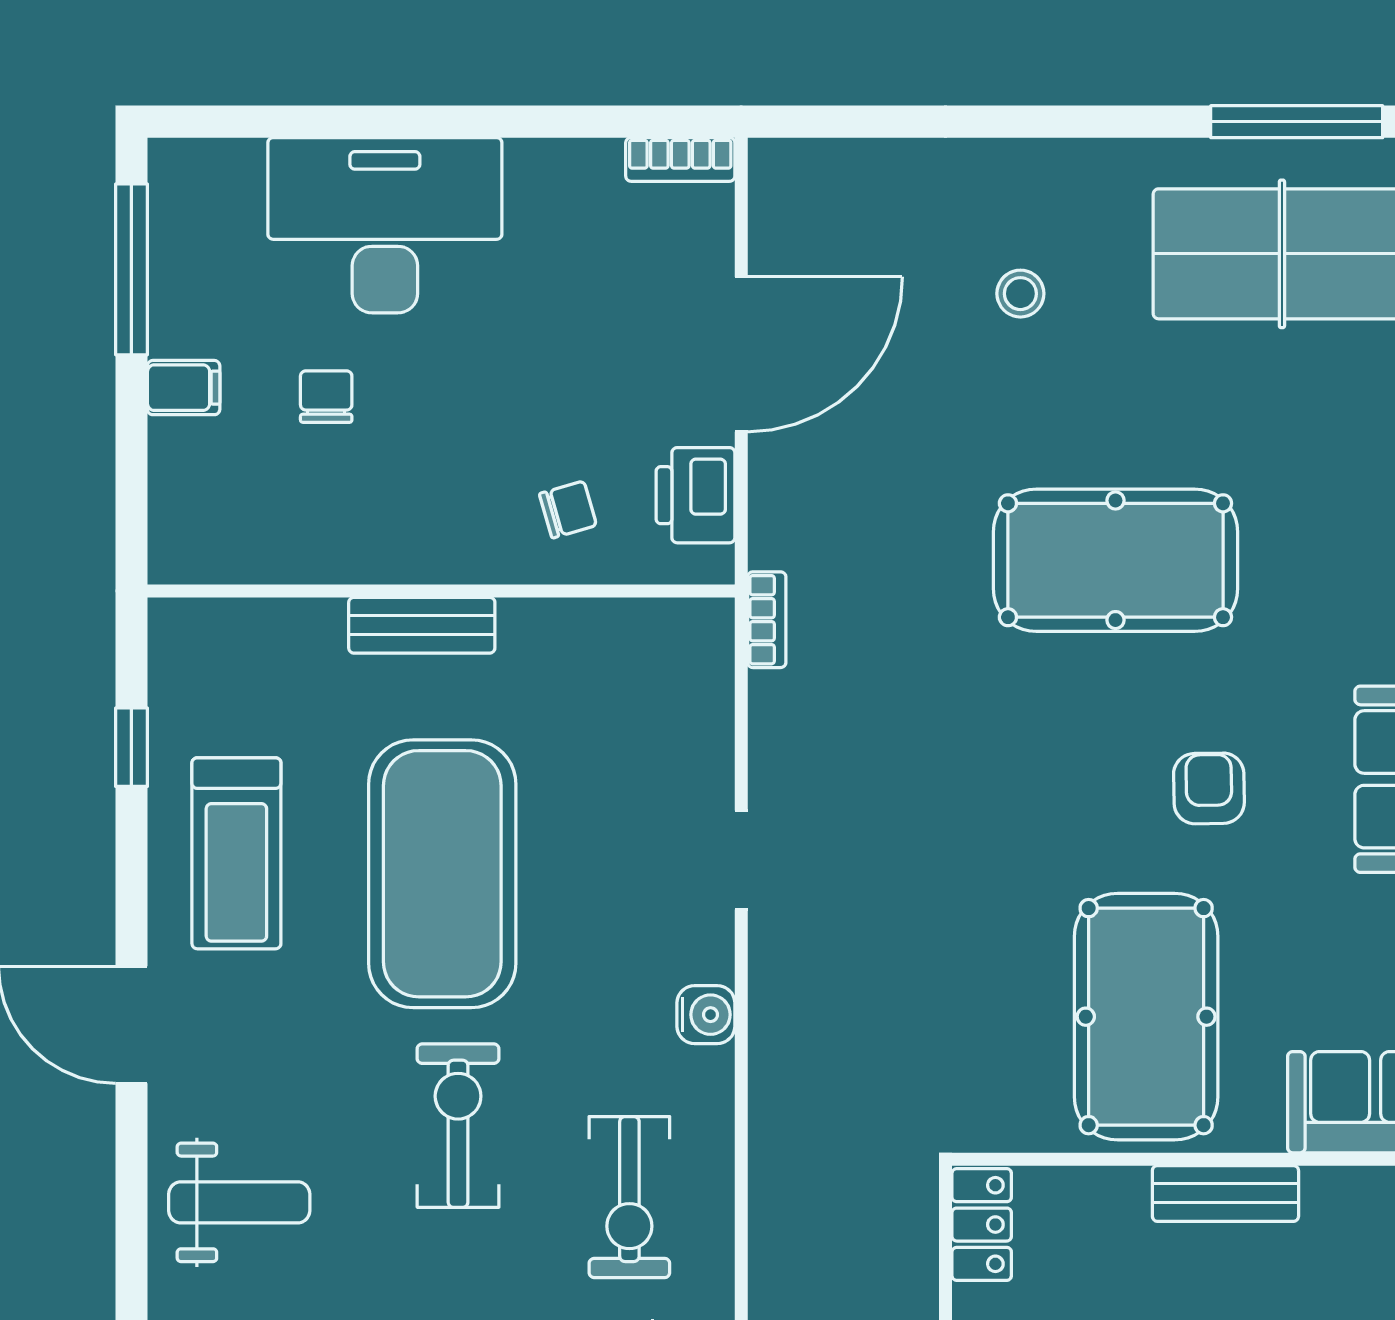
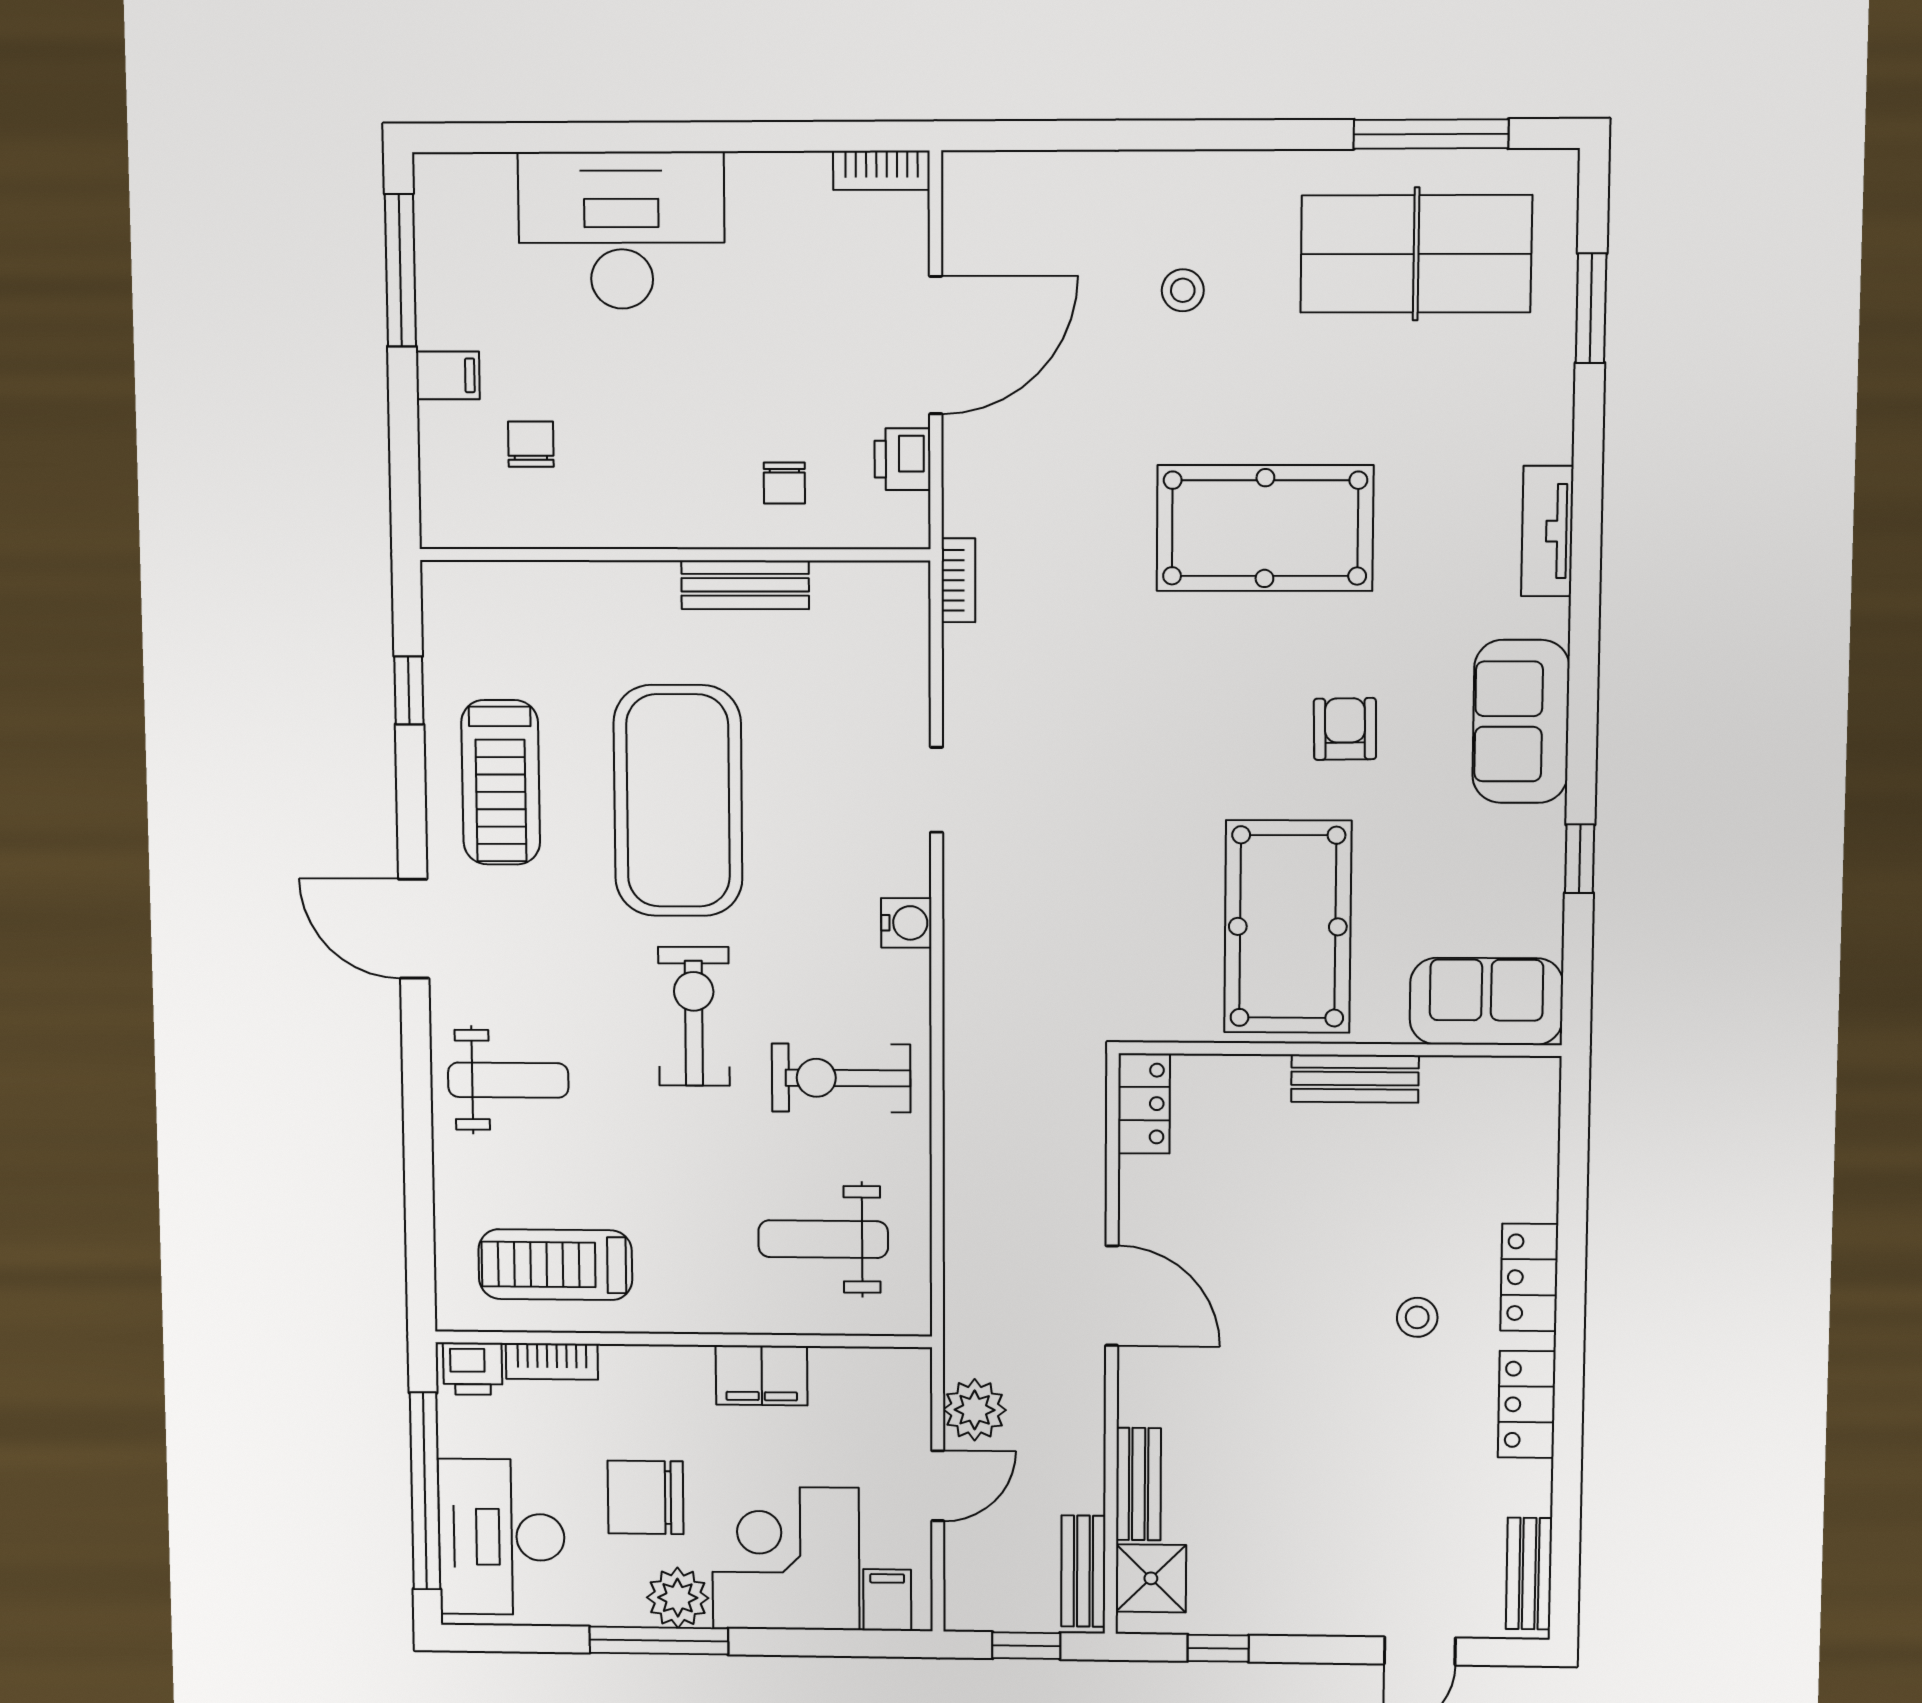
chair: (326, 397) -> (531, 444), moved
printer: (695, 495) -> (902, 459), width x0.73, depth x0.81
chair: (568, 510) -> (784, 483), turned 106
bench: (422, 625) -> (745, 585), moved
exercise bike: (629, 1197) -> (841, 1078), turned 90

